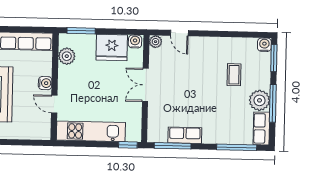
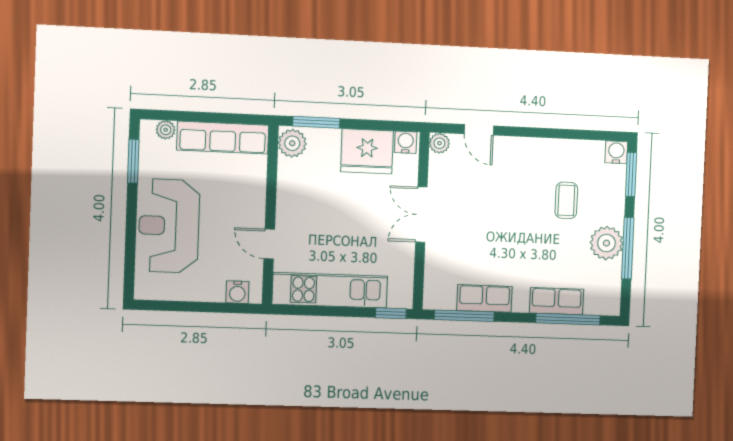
plant: (67, 56) -> (292, 143), moved
water cooler: (45, 83) -> (237, 292), moved, turned 90
row of seats: (261, 128) -> (557, 301), moved, turned 90

